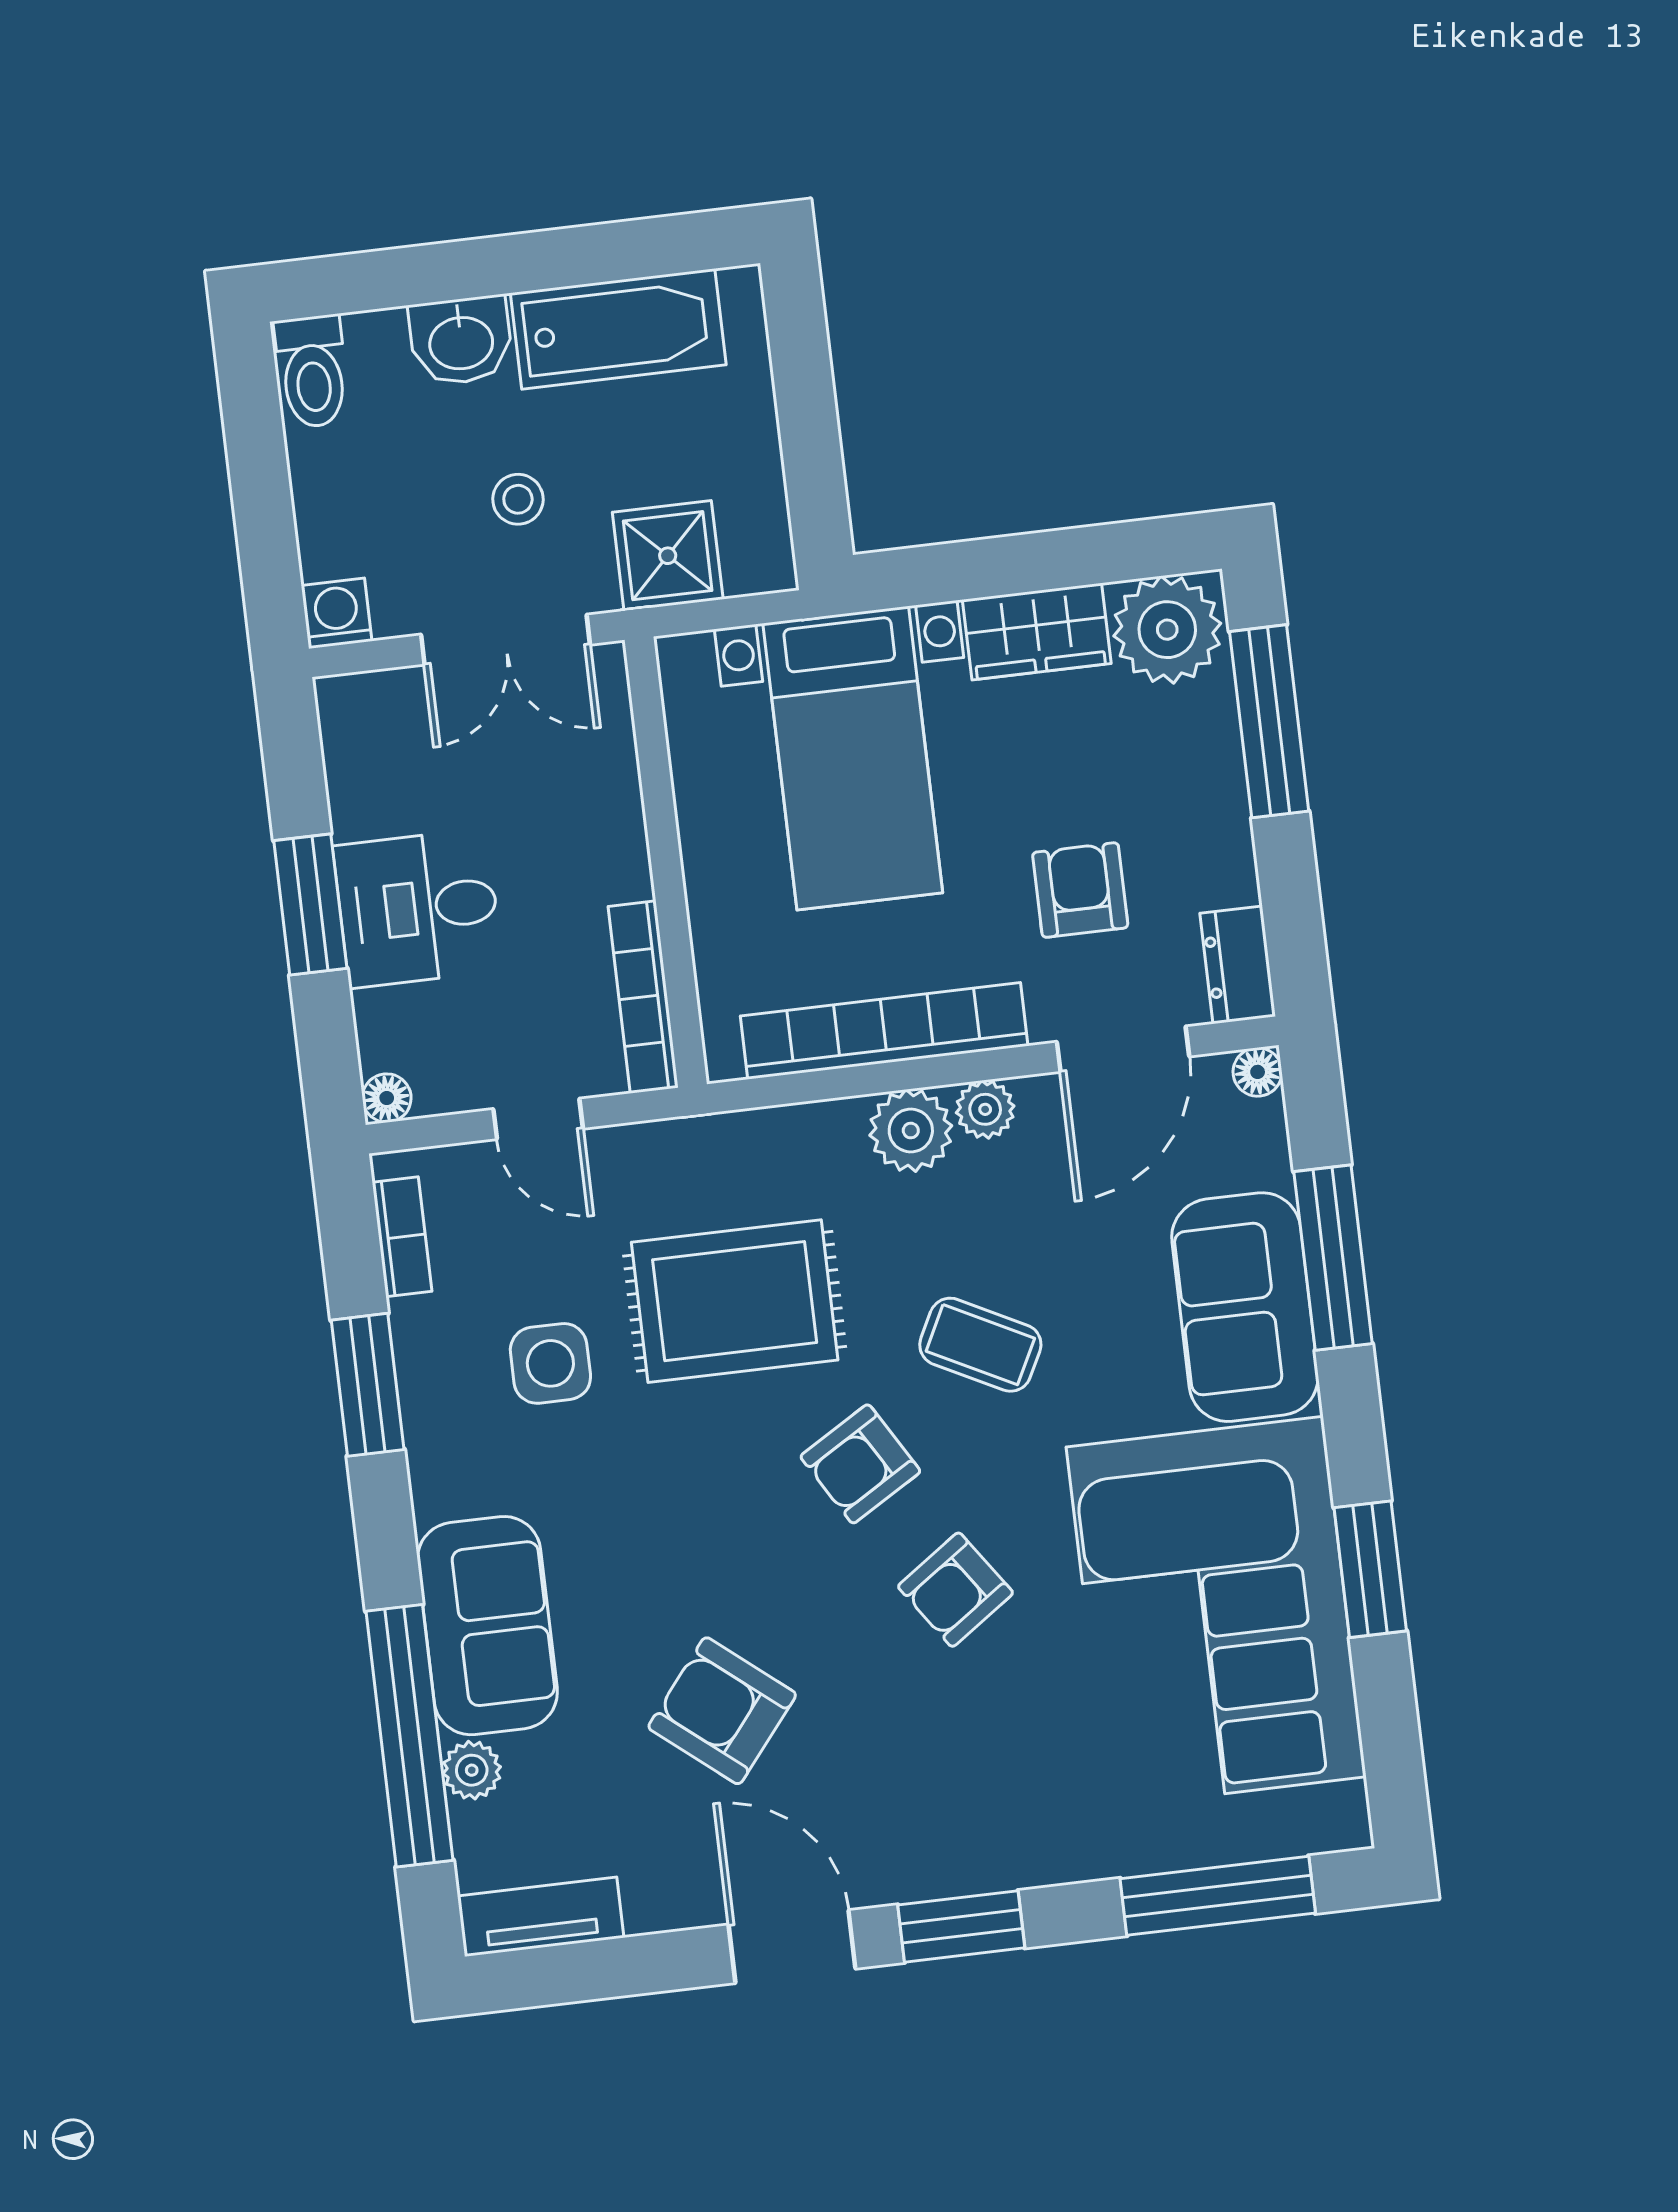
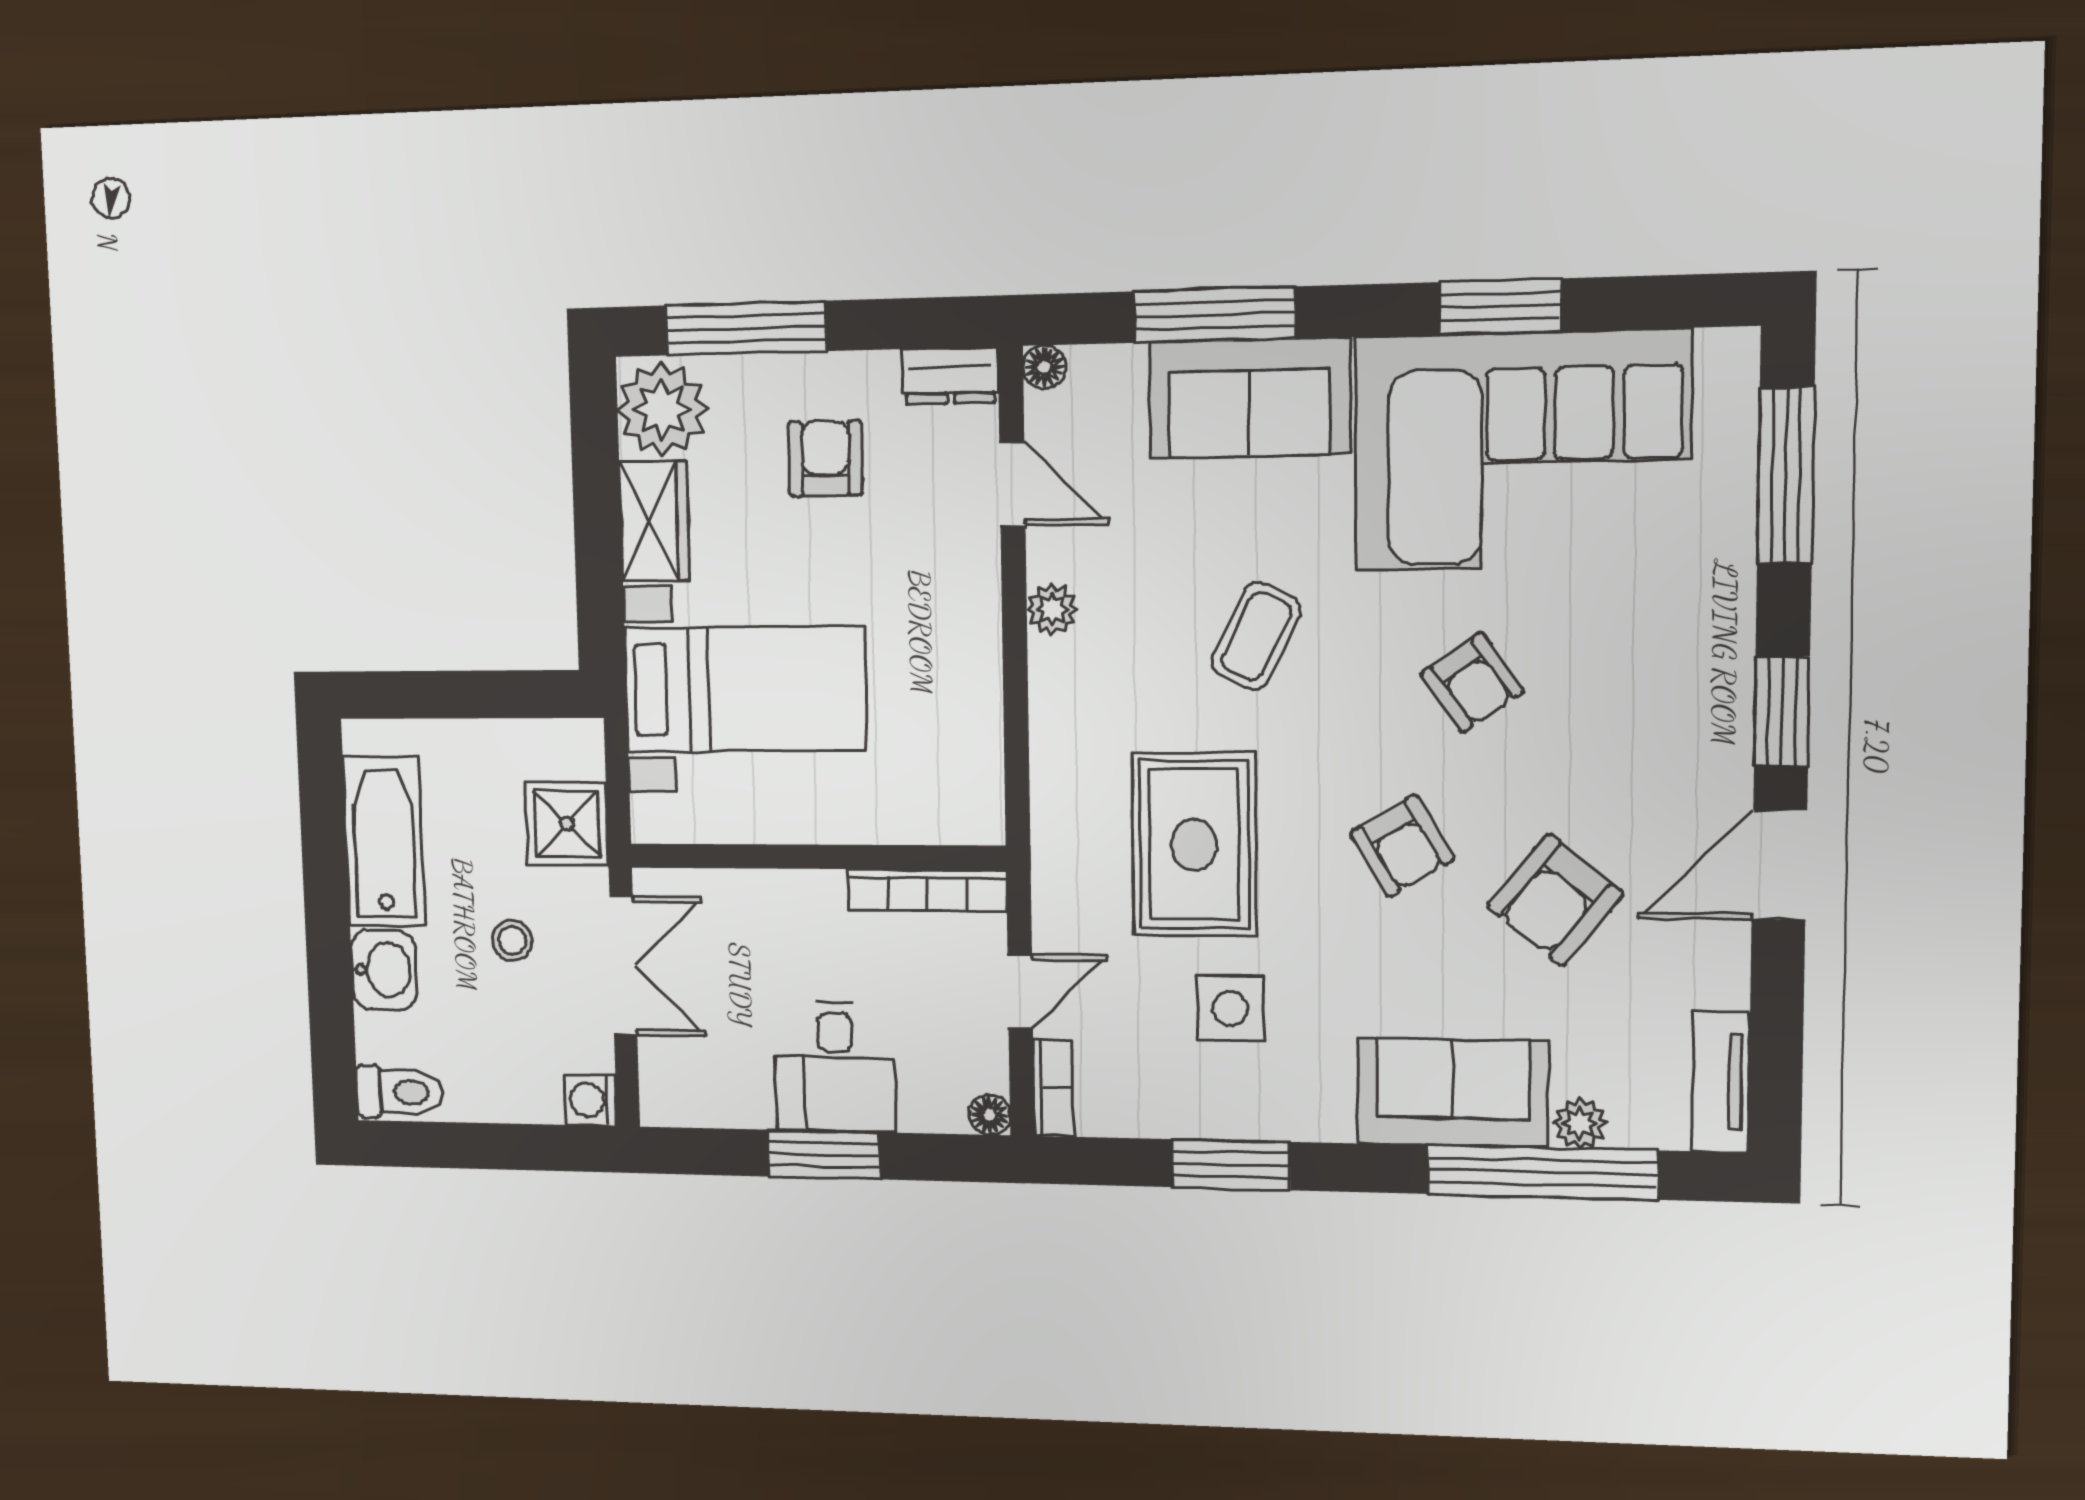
armchair: (1080, 890) -> (825, 458), moved, turned 90
bookcase: (884, 1031) -> (976, 689), removed
door: (1123, 1049) -> (1012, 484), width x0.73
plant: (911, 1131) -> (1063, 676), removed
bookcase: (402, 1237) -> (1053, 1088), moved, turned 90
armchair: (860, 1464) -> (1402, 846), moved

